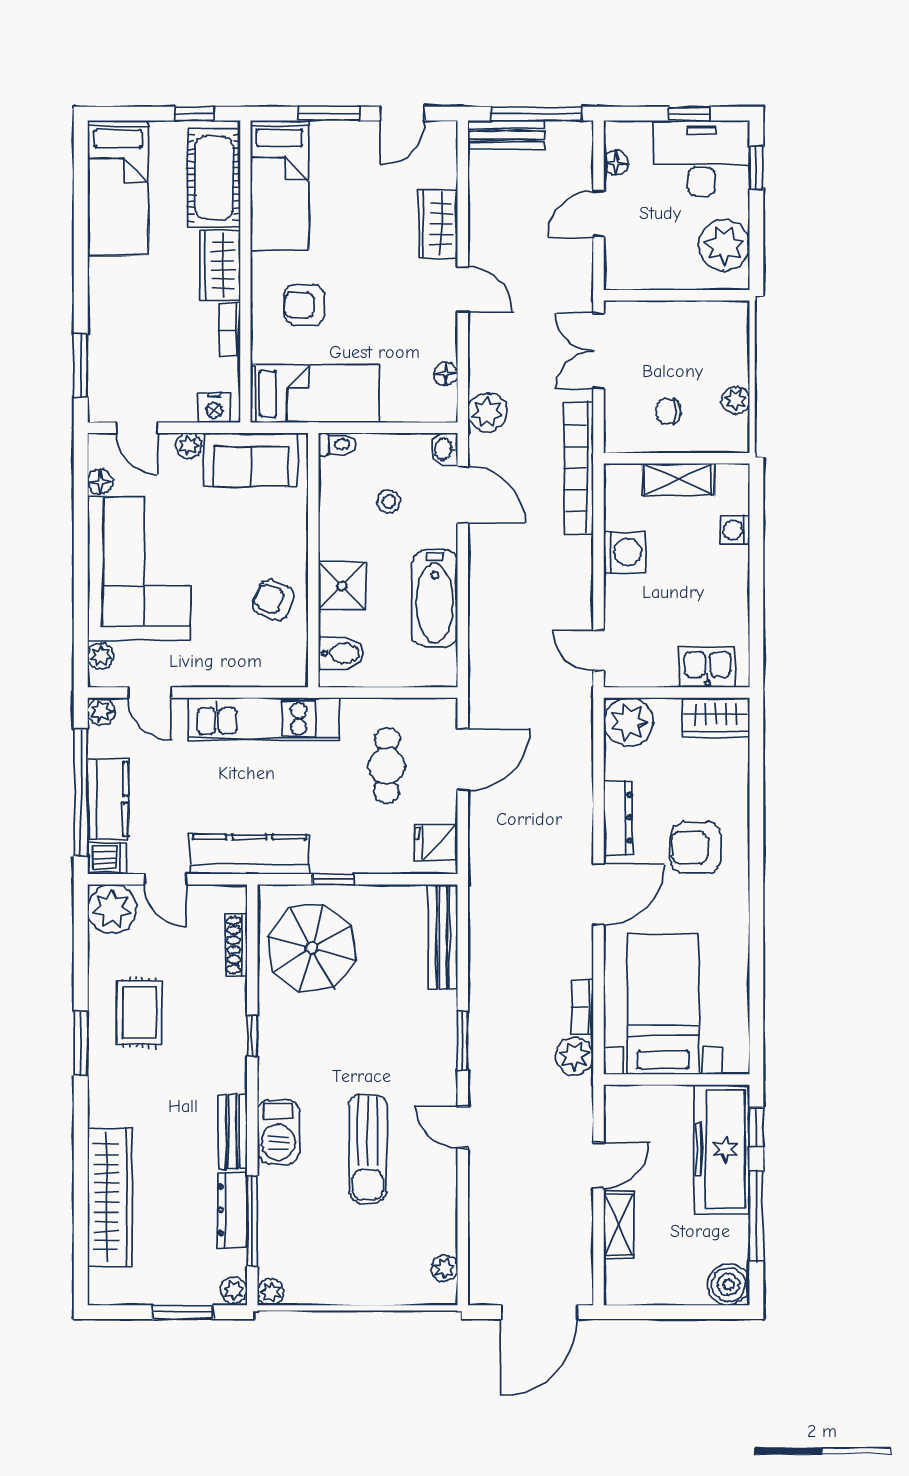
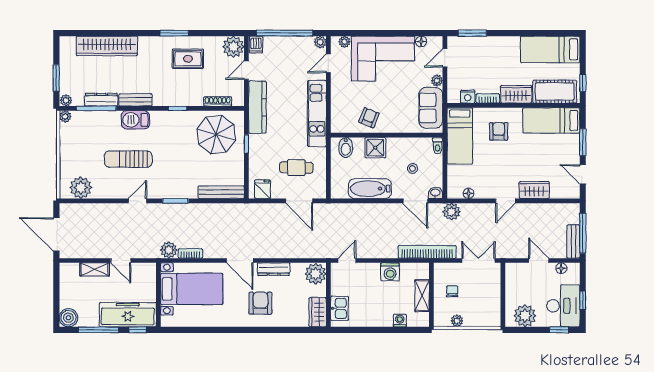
bench: (506, 135) -> (573, 242), moved
nightstand: (214, 408) -> (468, 97), moved, turned -90
door: (463, 495) -> (415, 201), hinge flipped
kitchen counter: (108, 799) -> (282, 45), removed
plant: (444, 1268) -> (81, 188), width x1.88, depth x1.88

